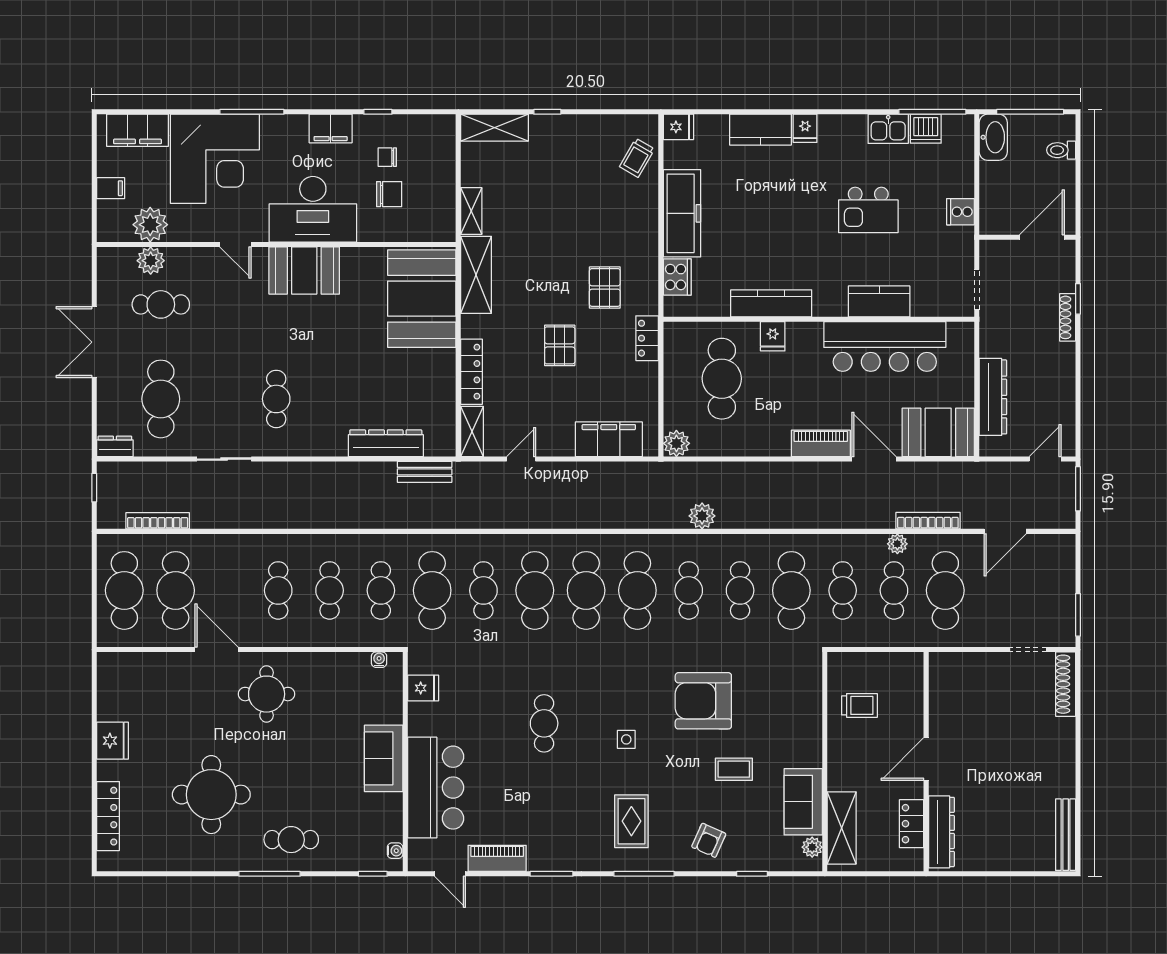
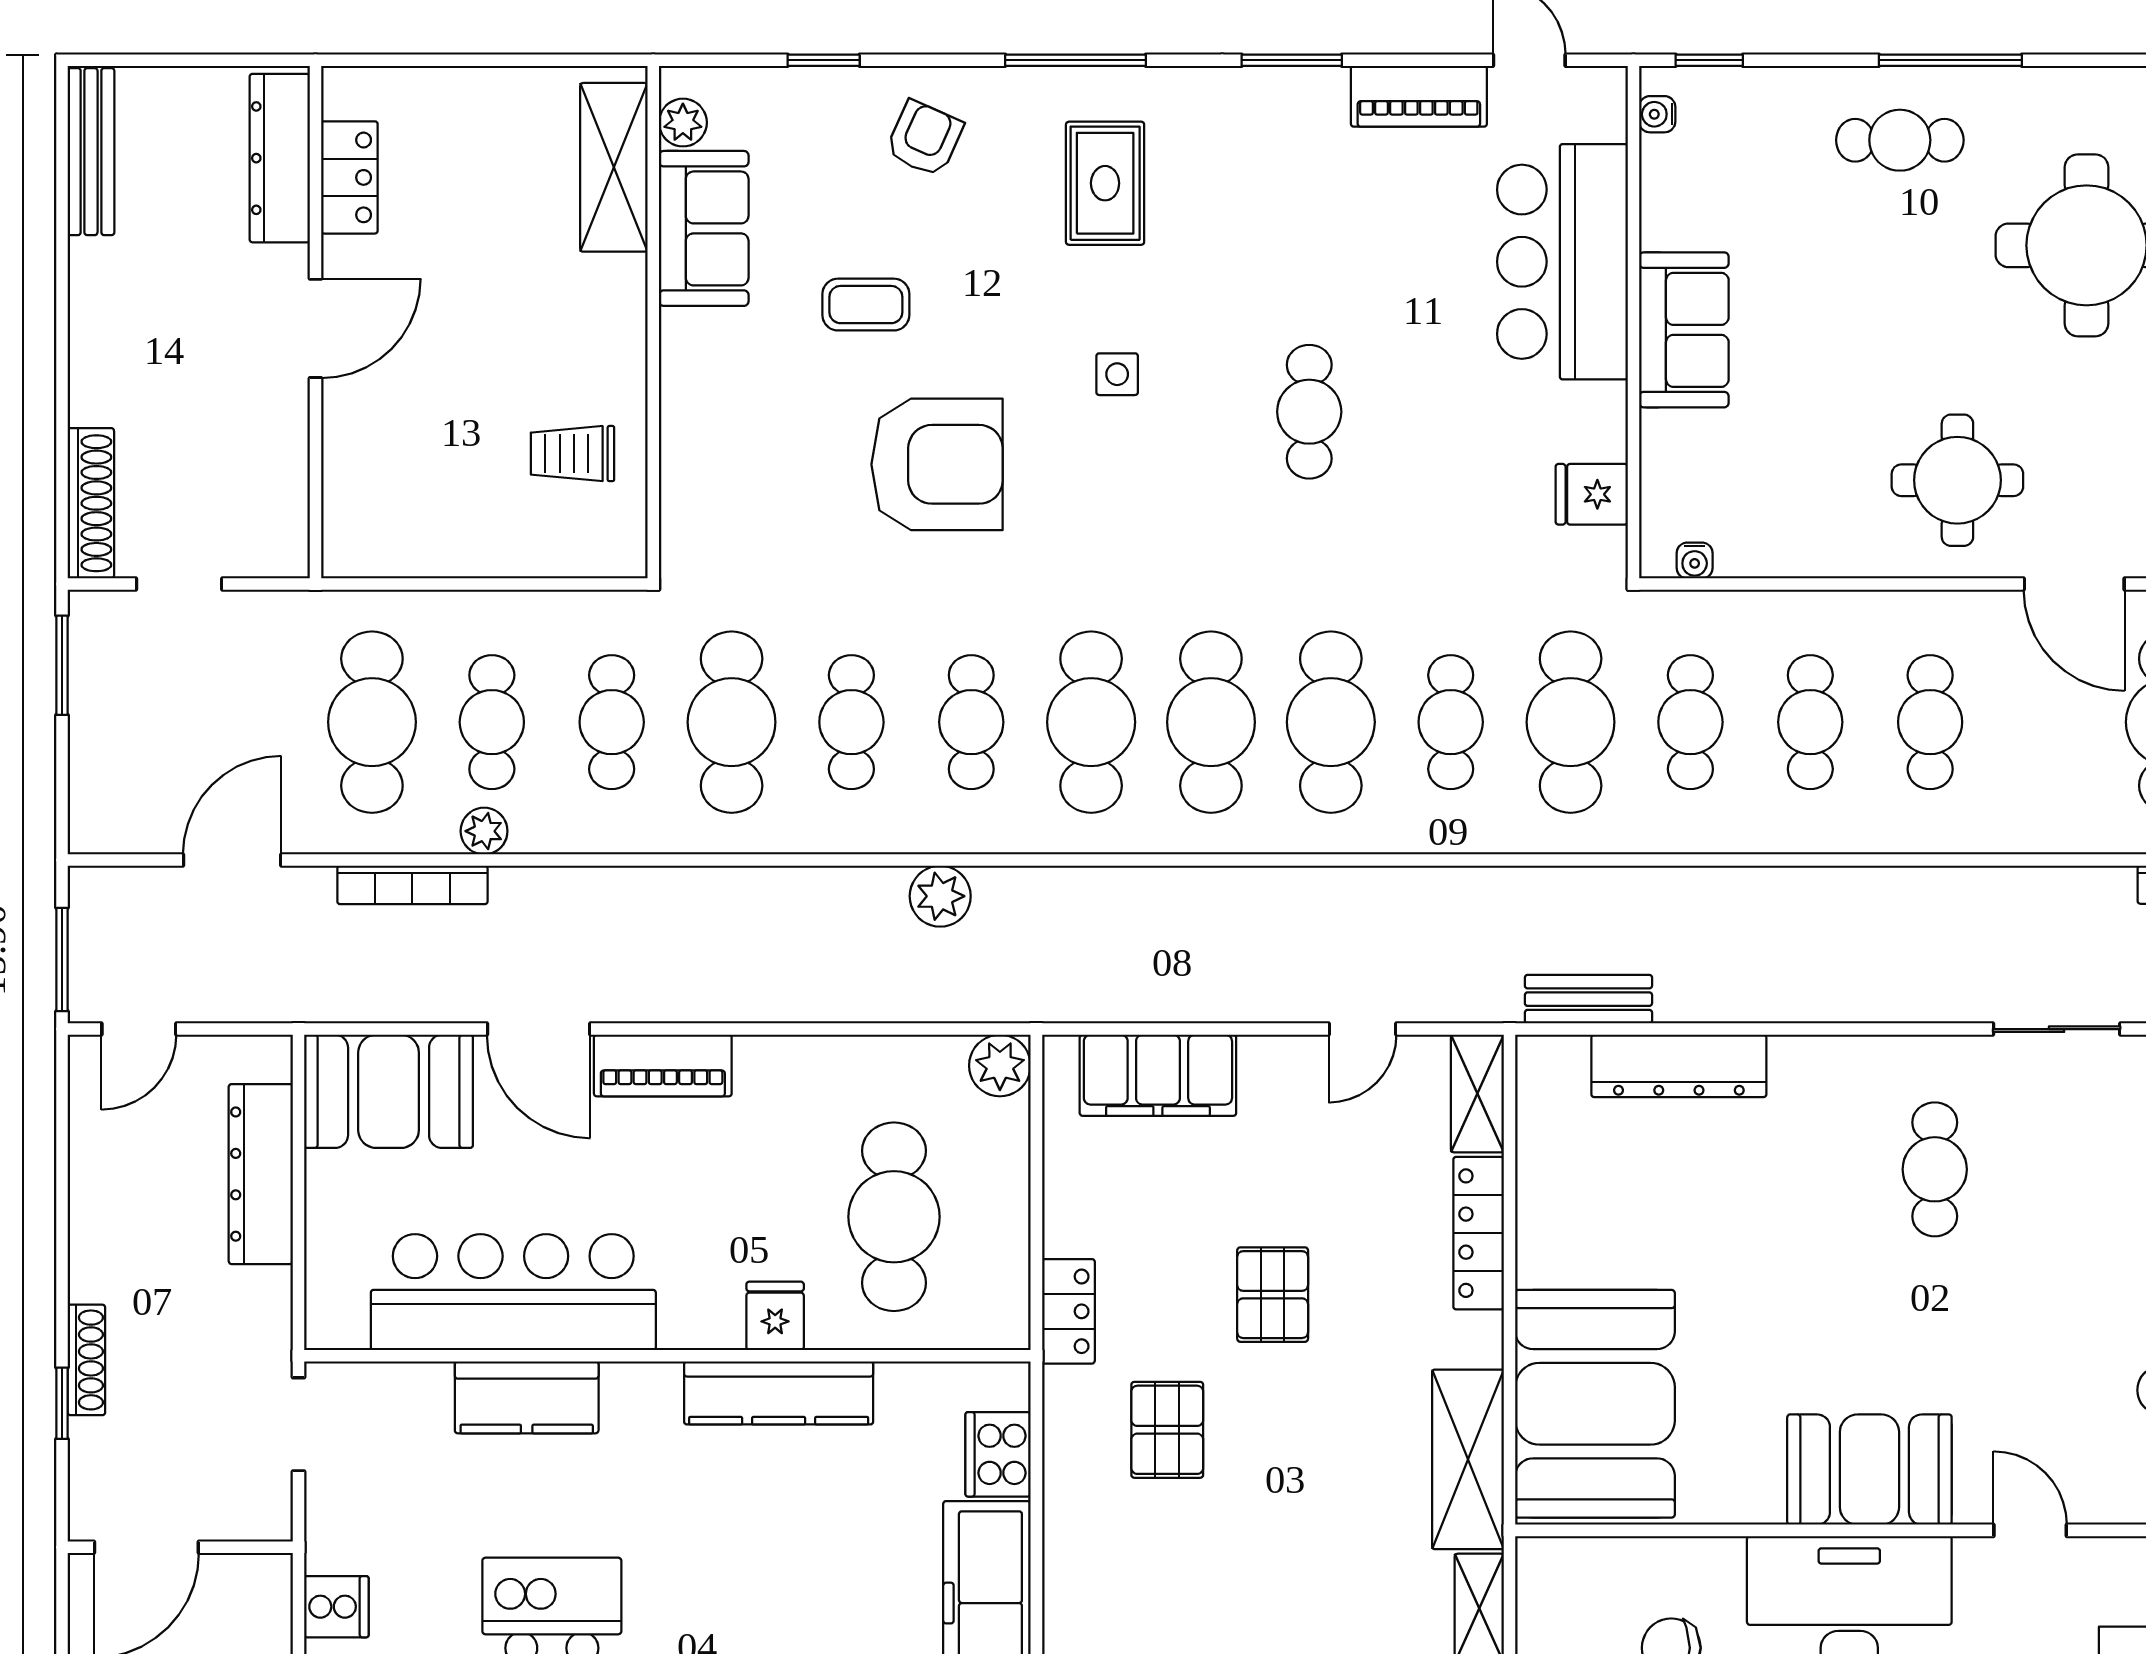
door: (926, 759) -> (315, 328), moved
wall: (926, 762) -> (315, 322), moved
locker: (912, 824) -> (349, 177), moved
dresser: (941, 832) -> (280, 158), moved

